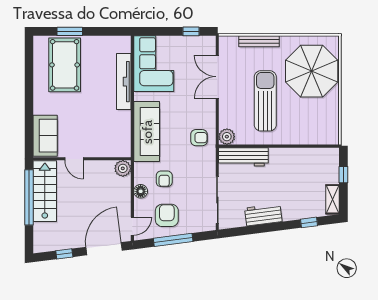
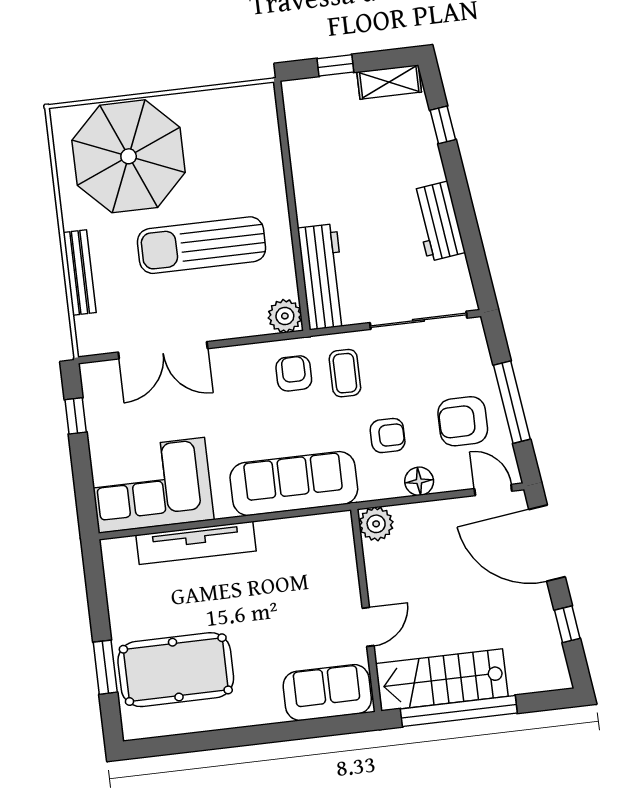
coffee table: (196, 162) -> (345, 373), added

